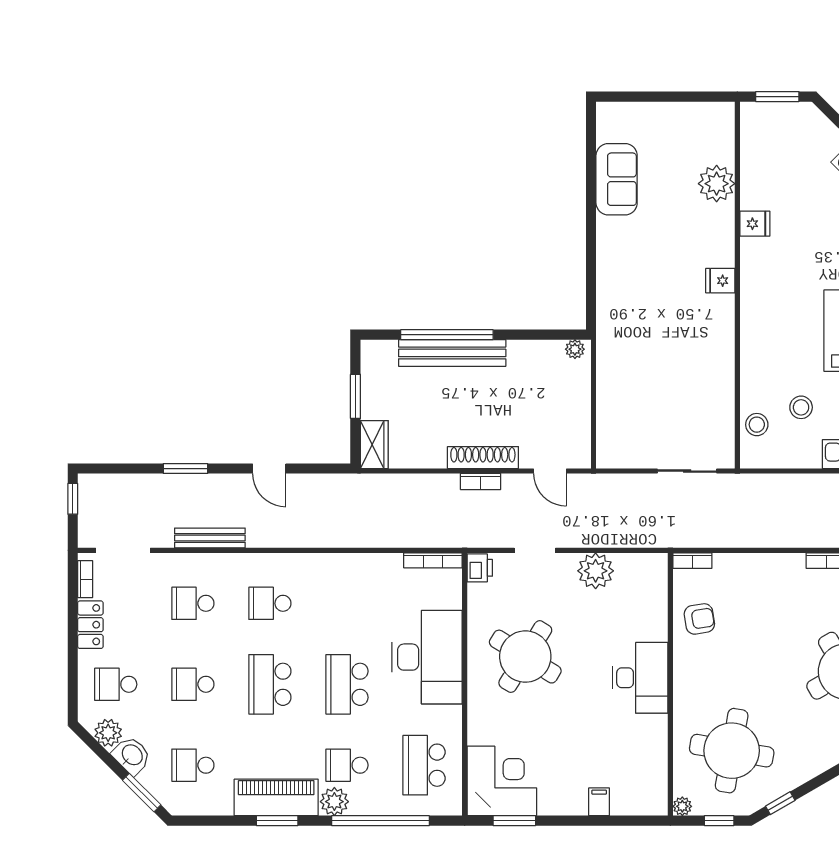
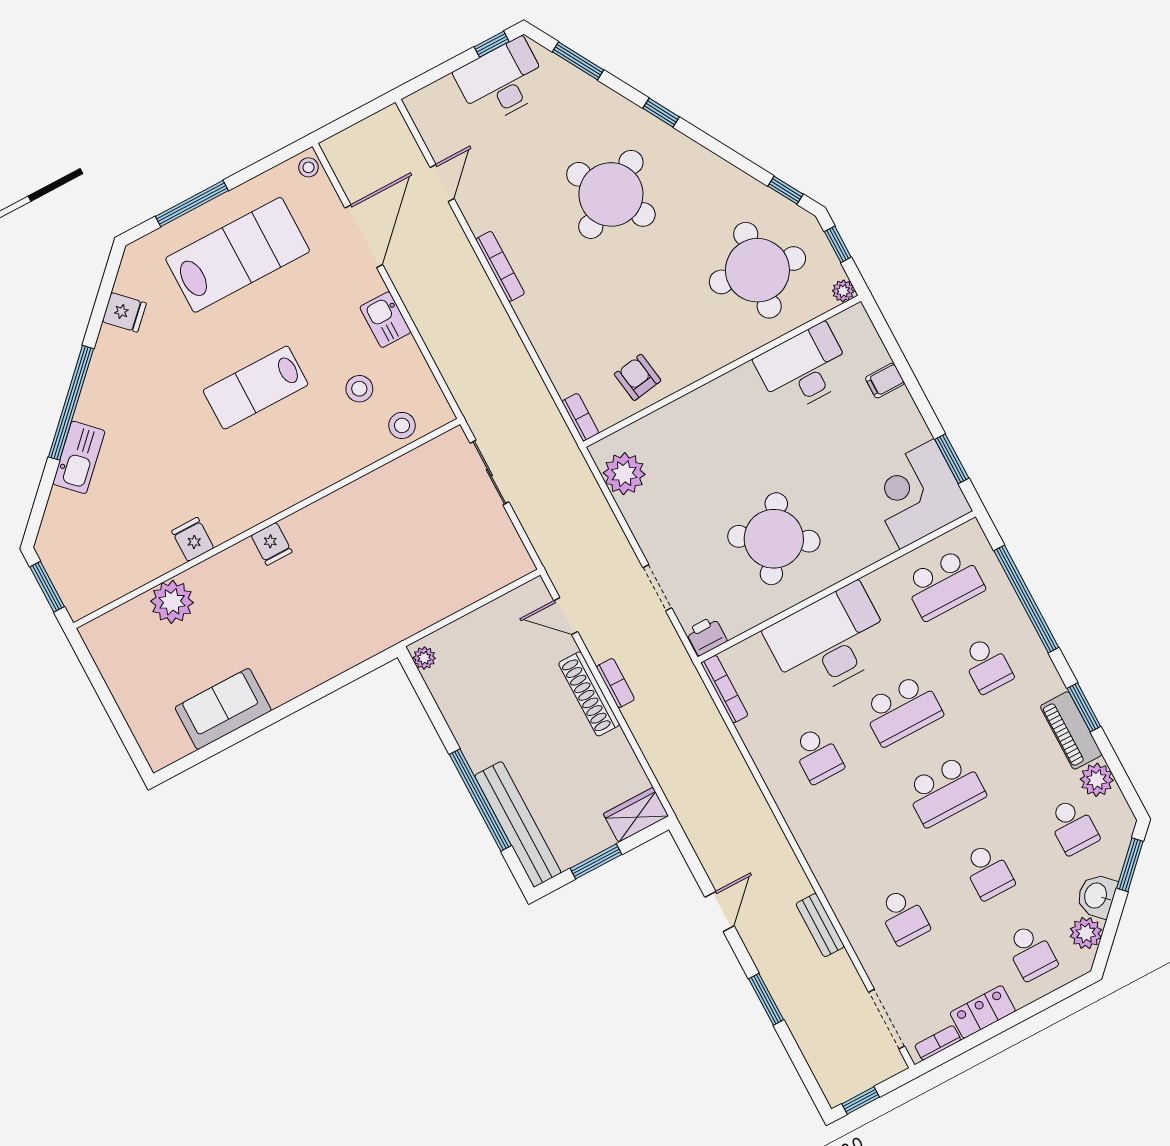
bench: (452, 353) -> (518, 824), moved
door: (550, 471) -> (566, 616), swing flipped
bench: (210, 538) -> (820, 925), width x0.73
plant: (596, 571) -> (624, 474), moved
school desk: (270, 603) -> (817, 755), moved
desk: (640, 678) -> (804, 369), moved
piano: (276, 797) -> (1071, 730), width x0.73, depth x0.75
plant: (334, 802) -> (1097, 780), moved

